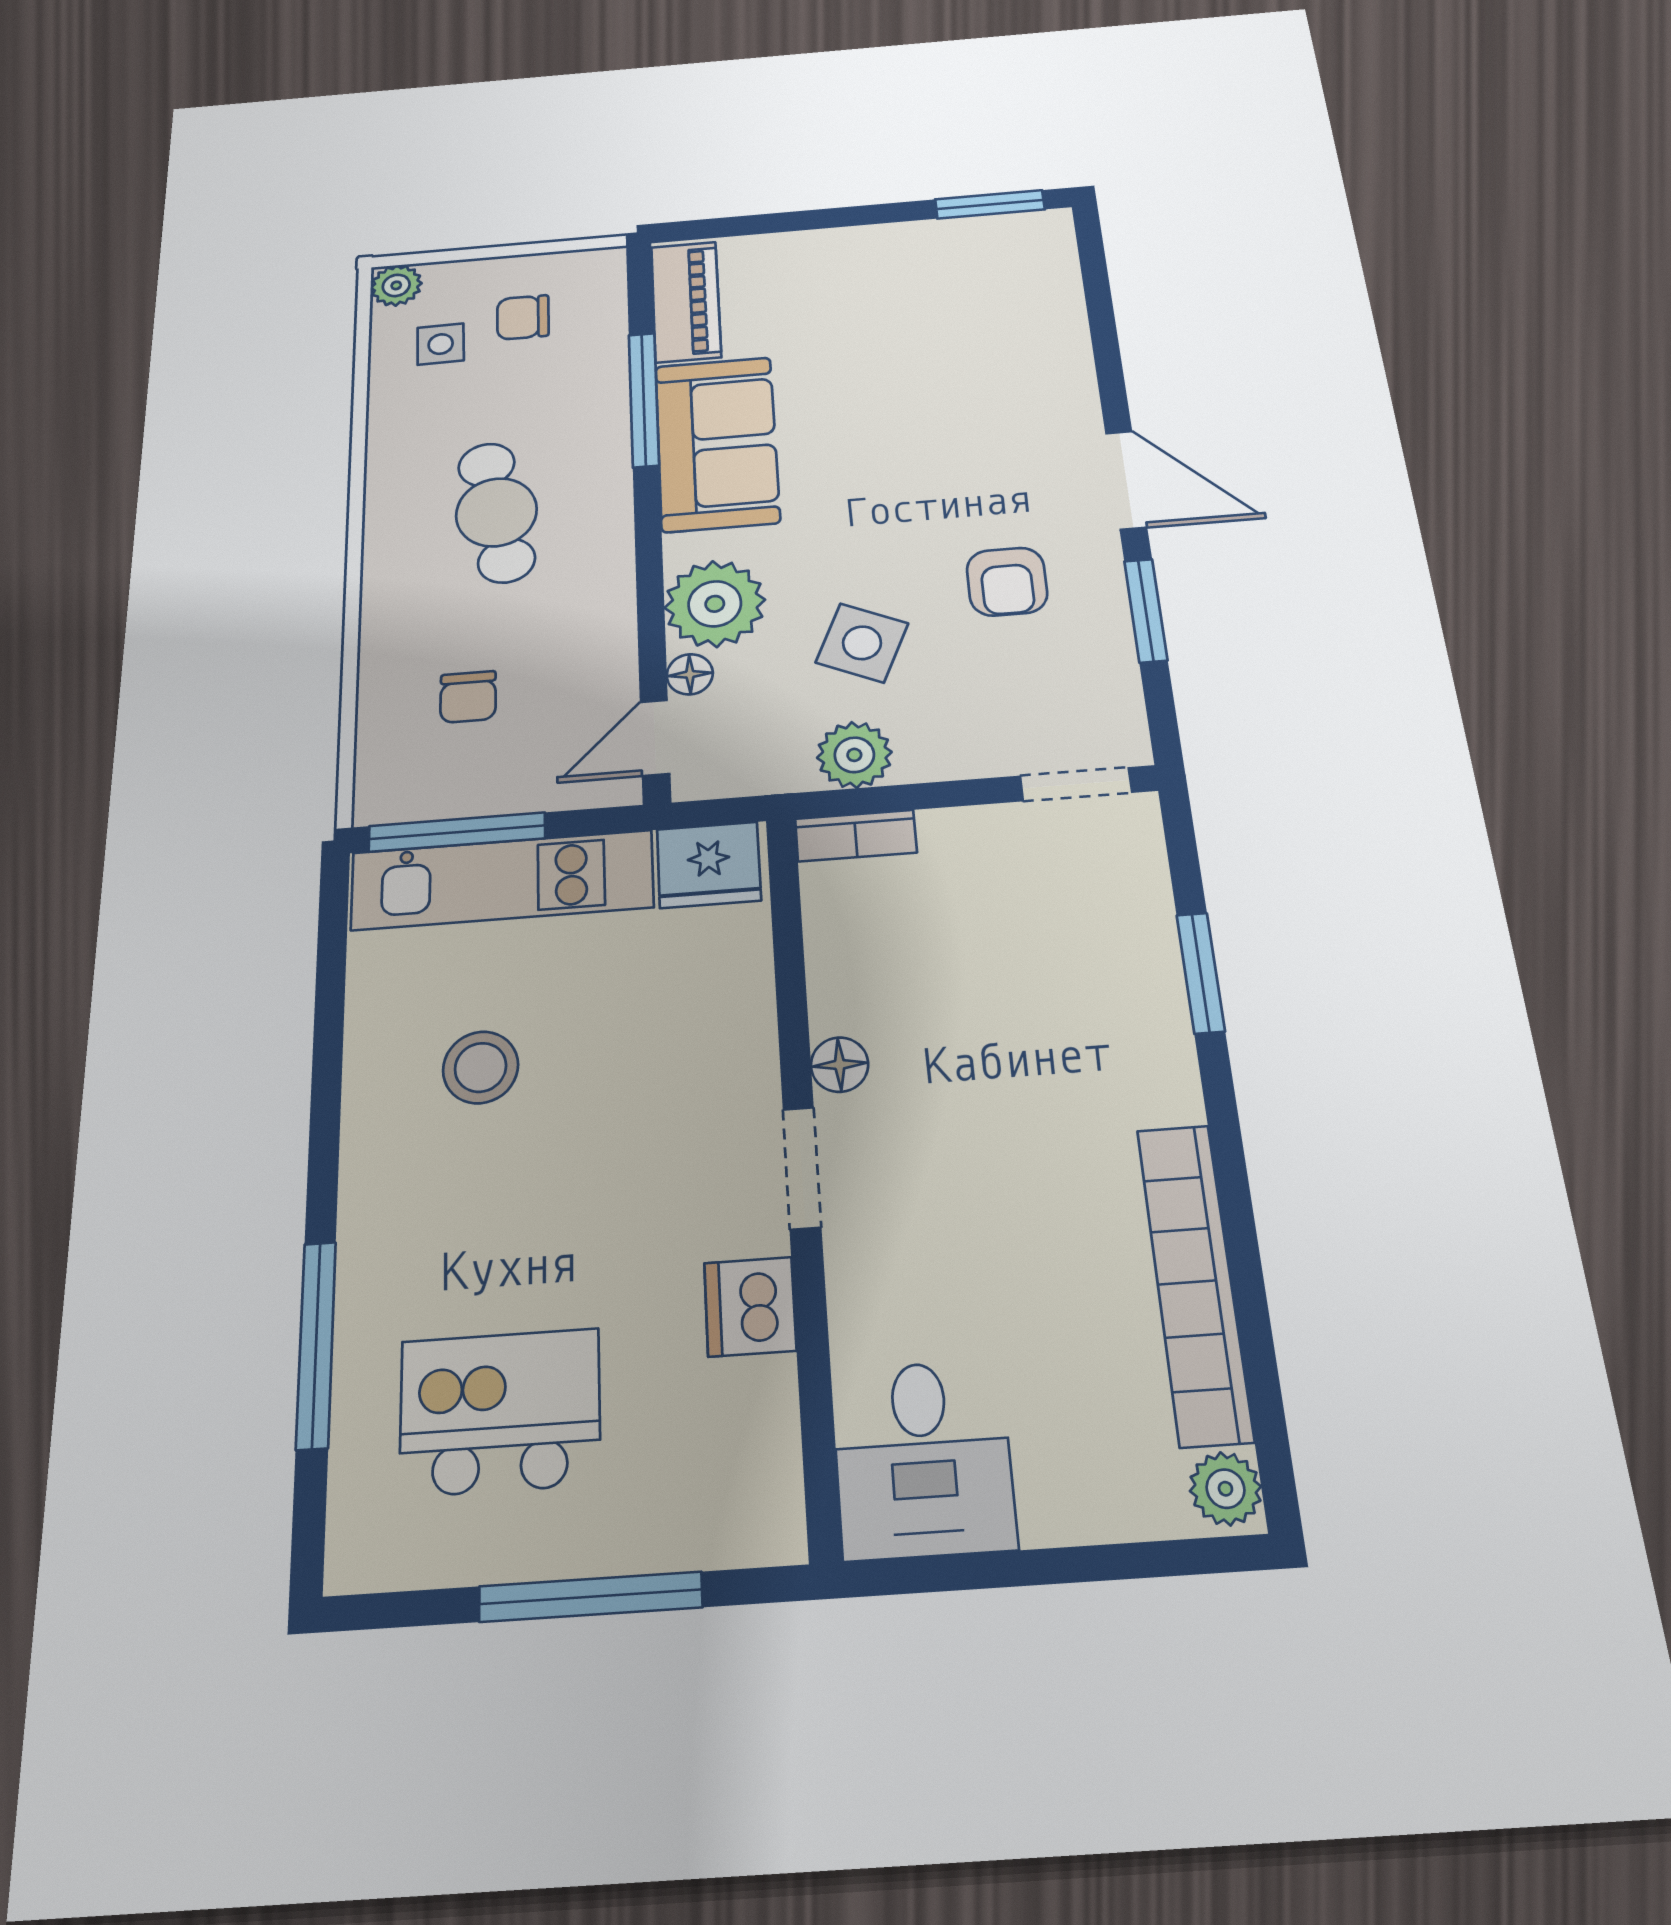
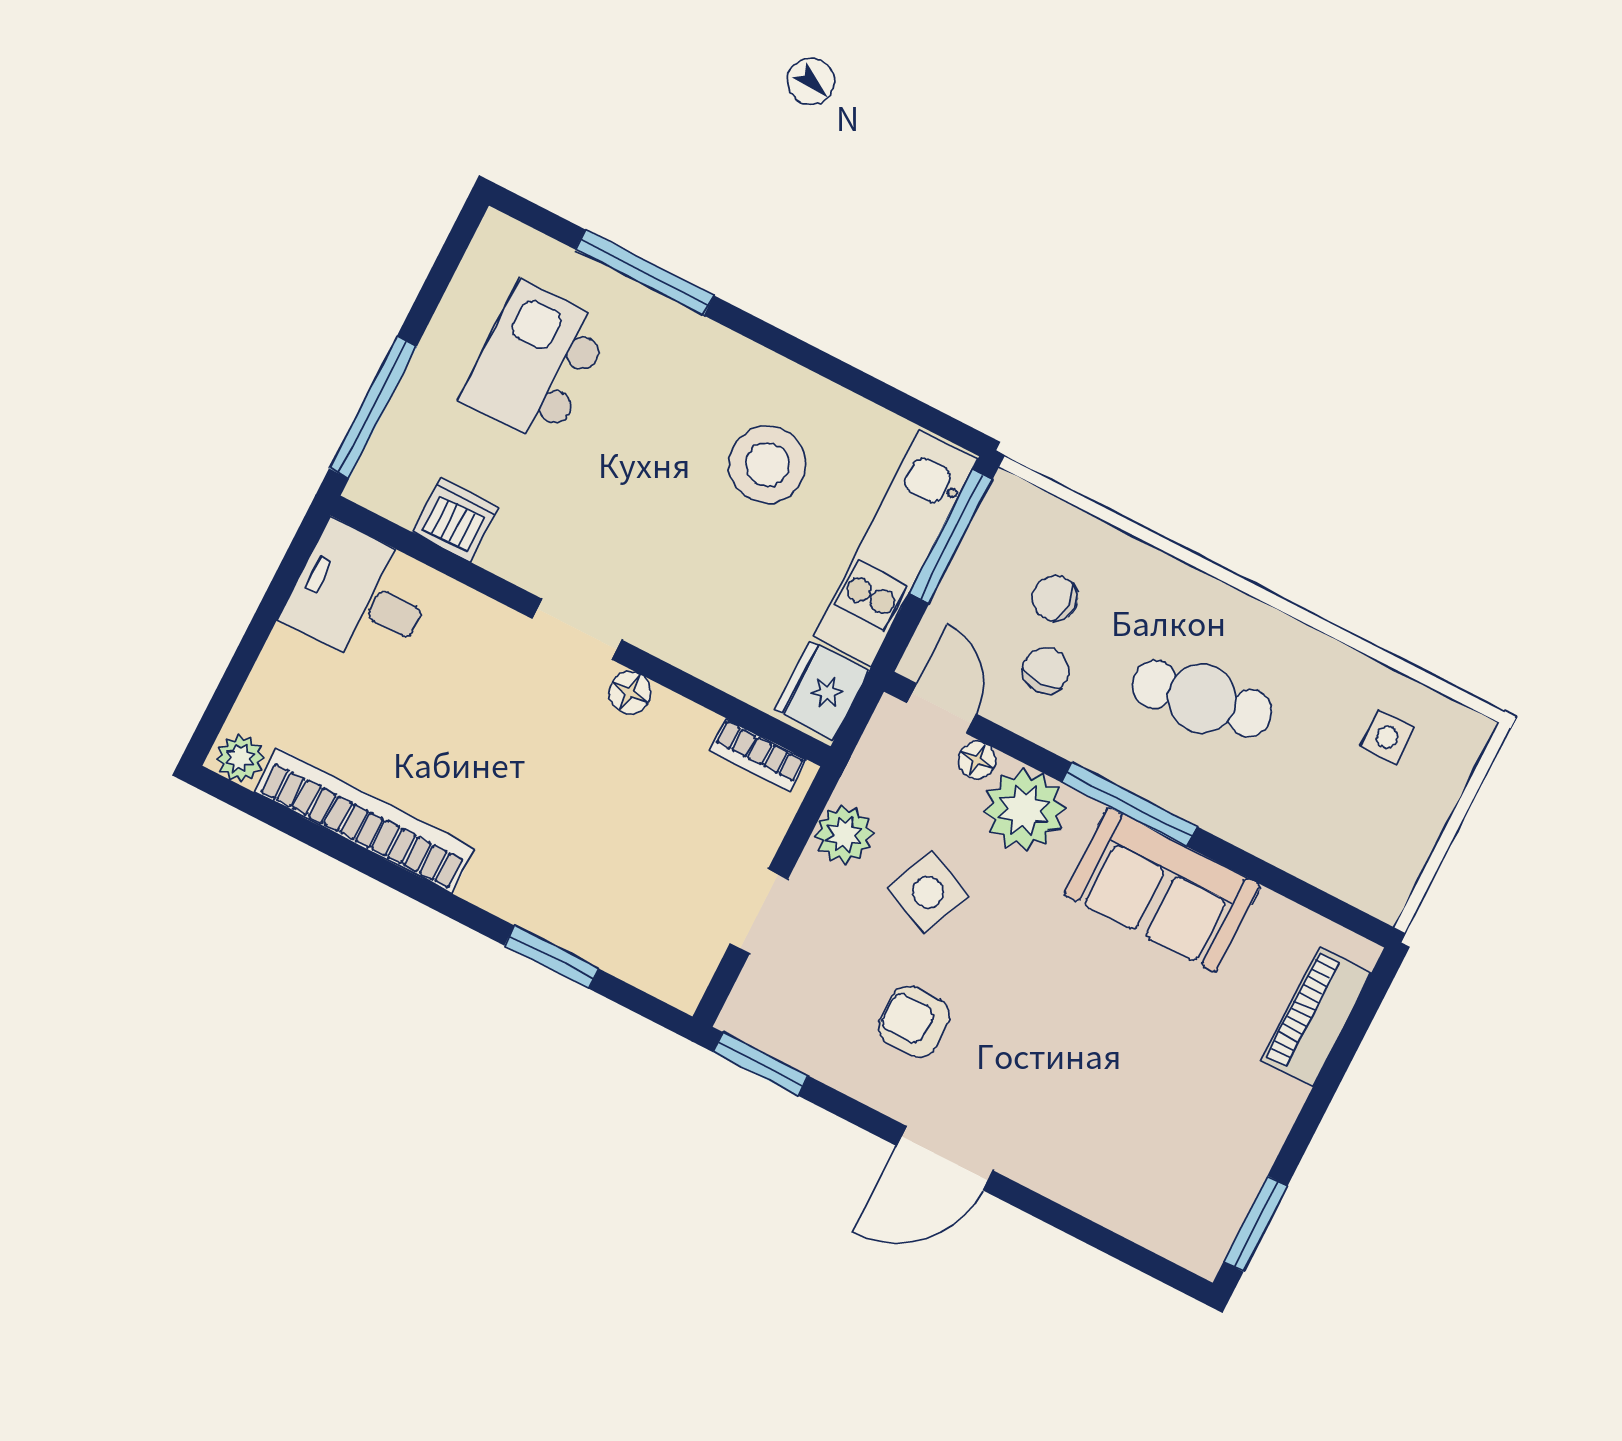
plant: (396, 285) -> (1468, 733), removed
piano: (686, 302) -> (1317, 1017), moved, turned 90
chair: (523, 317) -> (1046, 670), moved
window: (644, 399) -> (1129, 804), moved
window: (1146, 610) -> (760, 1064), moved
doorway: (1076, 784) -> (759, 911), moved
bookcase: (856, 836) -> (758, 755), moved, turned -90
stool: (481, 1067) -> (767, 465), width x1.38, depth x1.38
dishwasher: (750, 1307) -> (455, 520), moved
kitchen island: (500, 1412) -> (536, 363), turned 180
window: (590, 1597) -> (373, 407), moved

